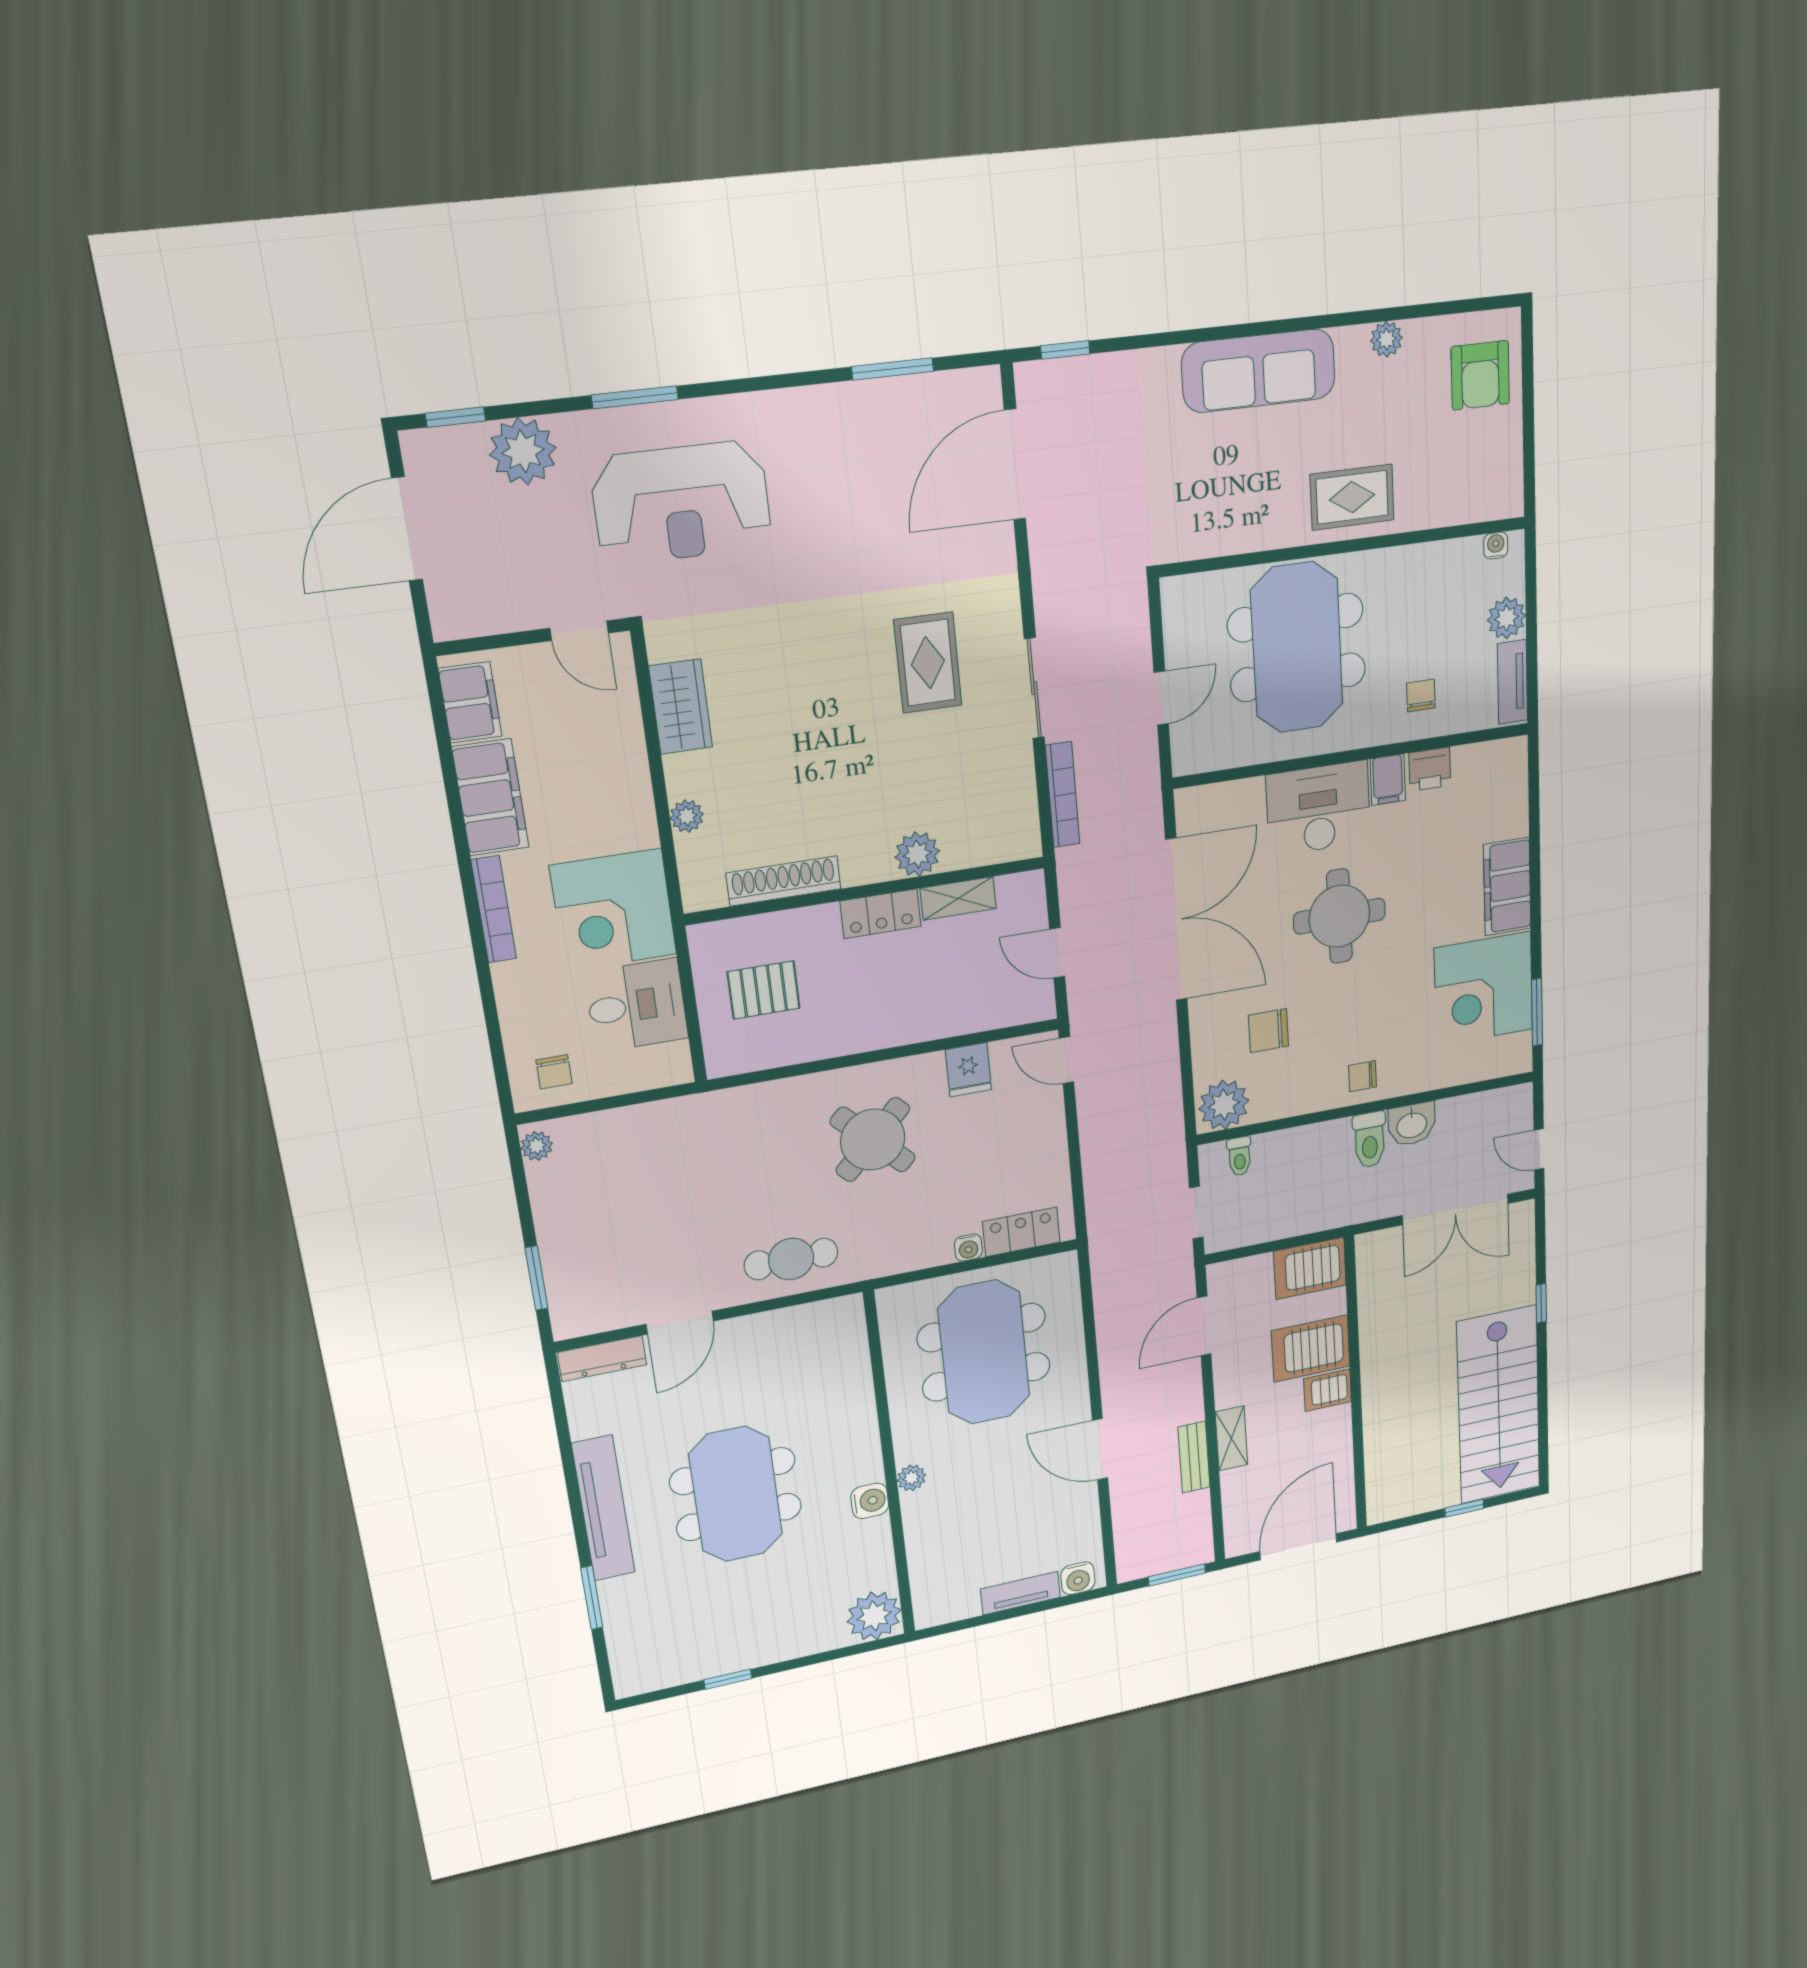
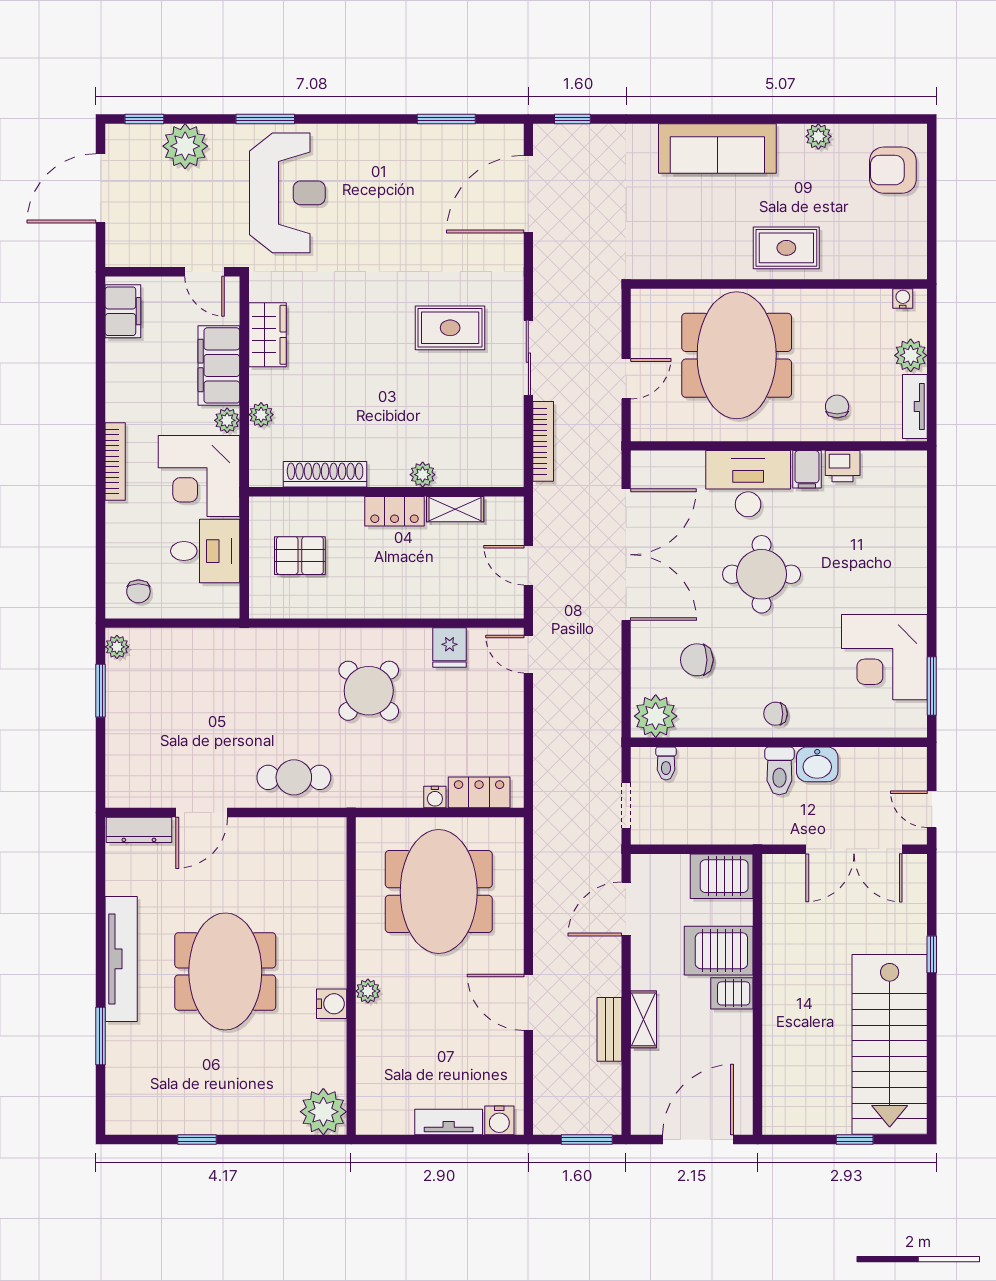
armchair: (1480, 375) -> (893, 170), turned 90
reception desk: (682, 503) -> (287, 193), turned -90
rug: (928, 663) -> (450, 328), turned 90
filing cabinet: (490, 797) -> (219, 365), moved, turned 180
plant: (641, 831) -> (227, 420), added
plant: (917, 854) -> (423, 475), width x0.73, depth x0.73
filing cabinet: (1507, 887) -> (907, 573), removed
window: (536, 1278) -> (101, 691), moved

